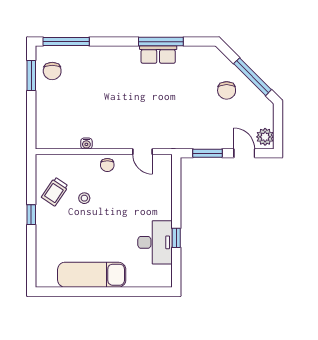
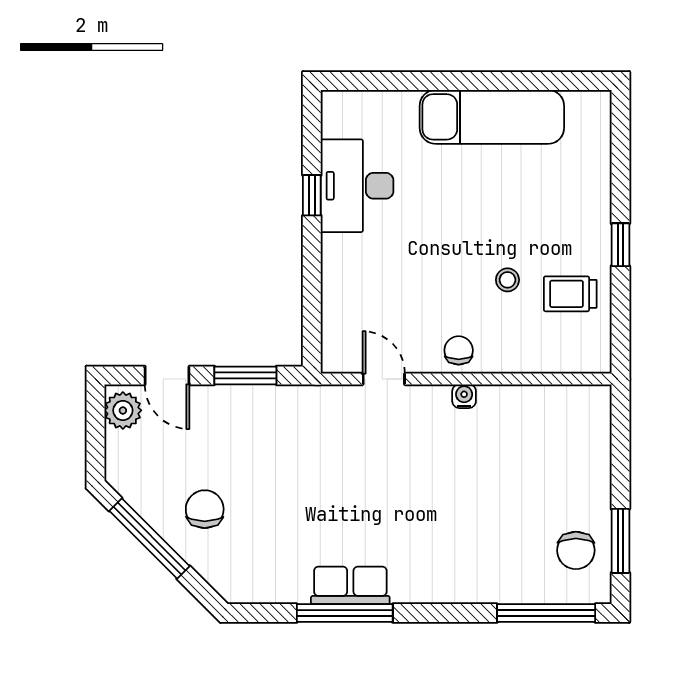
chair: (52, 71) -> (576, 550), turned 180
water cooler: (86, 143) -> (464, 396), moved
trolley: (55, 192) -> (570, 294), turned -124

